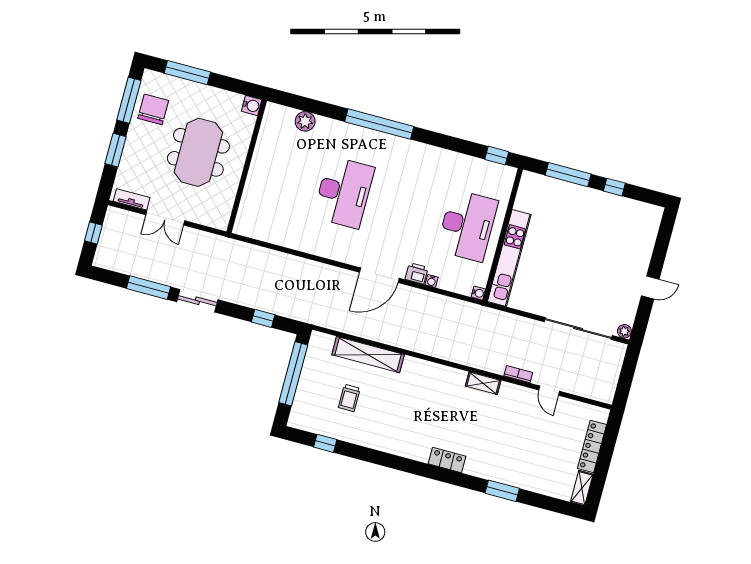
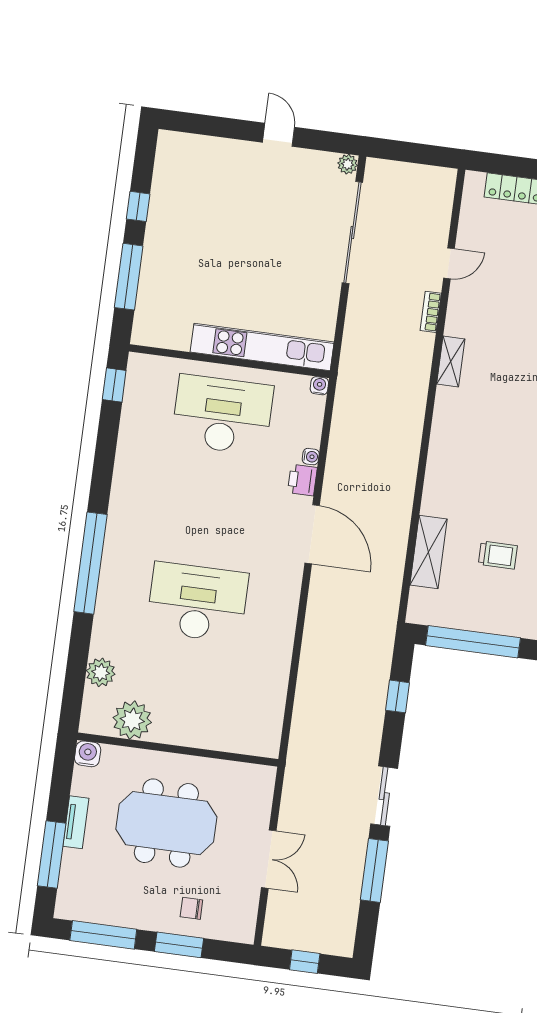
chair: (153, 109) -> (191, 908), moved, width x0.54, depth x0.54
plant: (270, 138) -> (132, 720), added
tv unit: (132, 199) -> (76, 822), moved, turned 180
shelving: (368, 355) -> (428, 552), width x0.68

